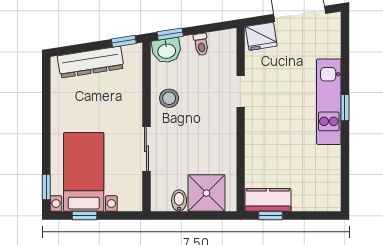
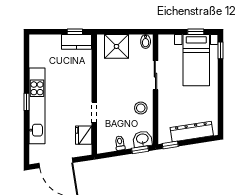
fridge: (261, 36) -> (84, 135), moved, turned -81
kitchen unit: (329, 102) -> (37, 106), width x1.36
bidet: (179, 201) -> (146, 41), moved

